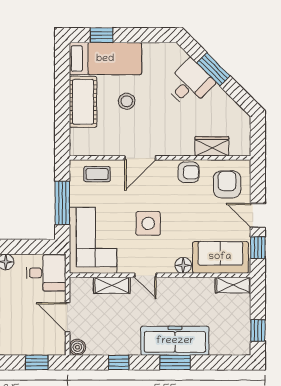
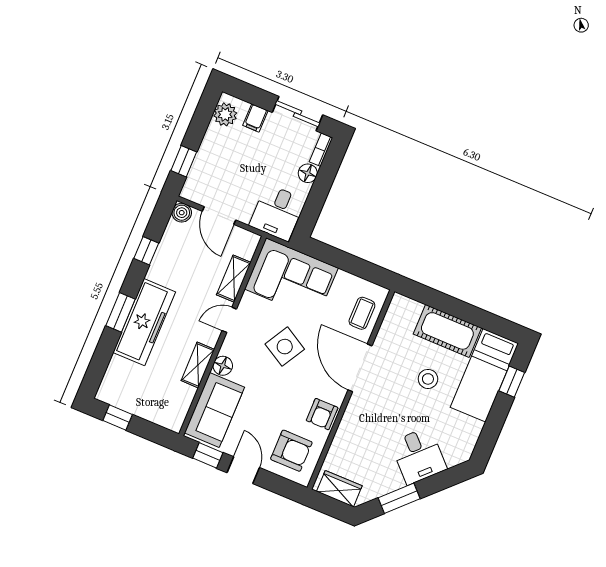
window: (213, 69) -> (399, 498), moved
wardrobe: (212, 146) -> (339, 489), moved, turned -90
door: (140, 158) -> (360, 368), width x1.36
window: (62, 203) -> (346, 262), removed
door: (258, 215) -> (243, 470), hinge flipped
side table: (148, 223) -> (285, 347), turned 30
shelving: (233, 285) -> (198, 365), moved
door: (68, 317) -> (219, 216), swing flipped

